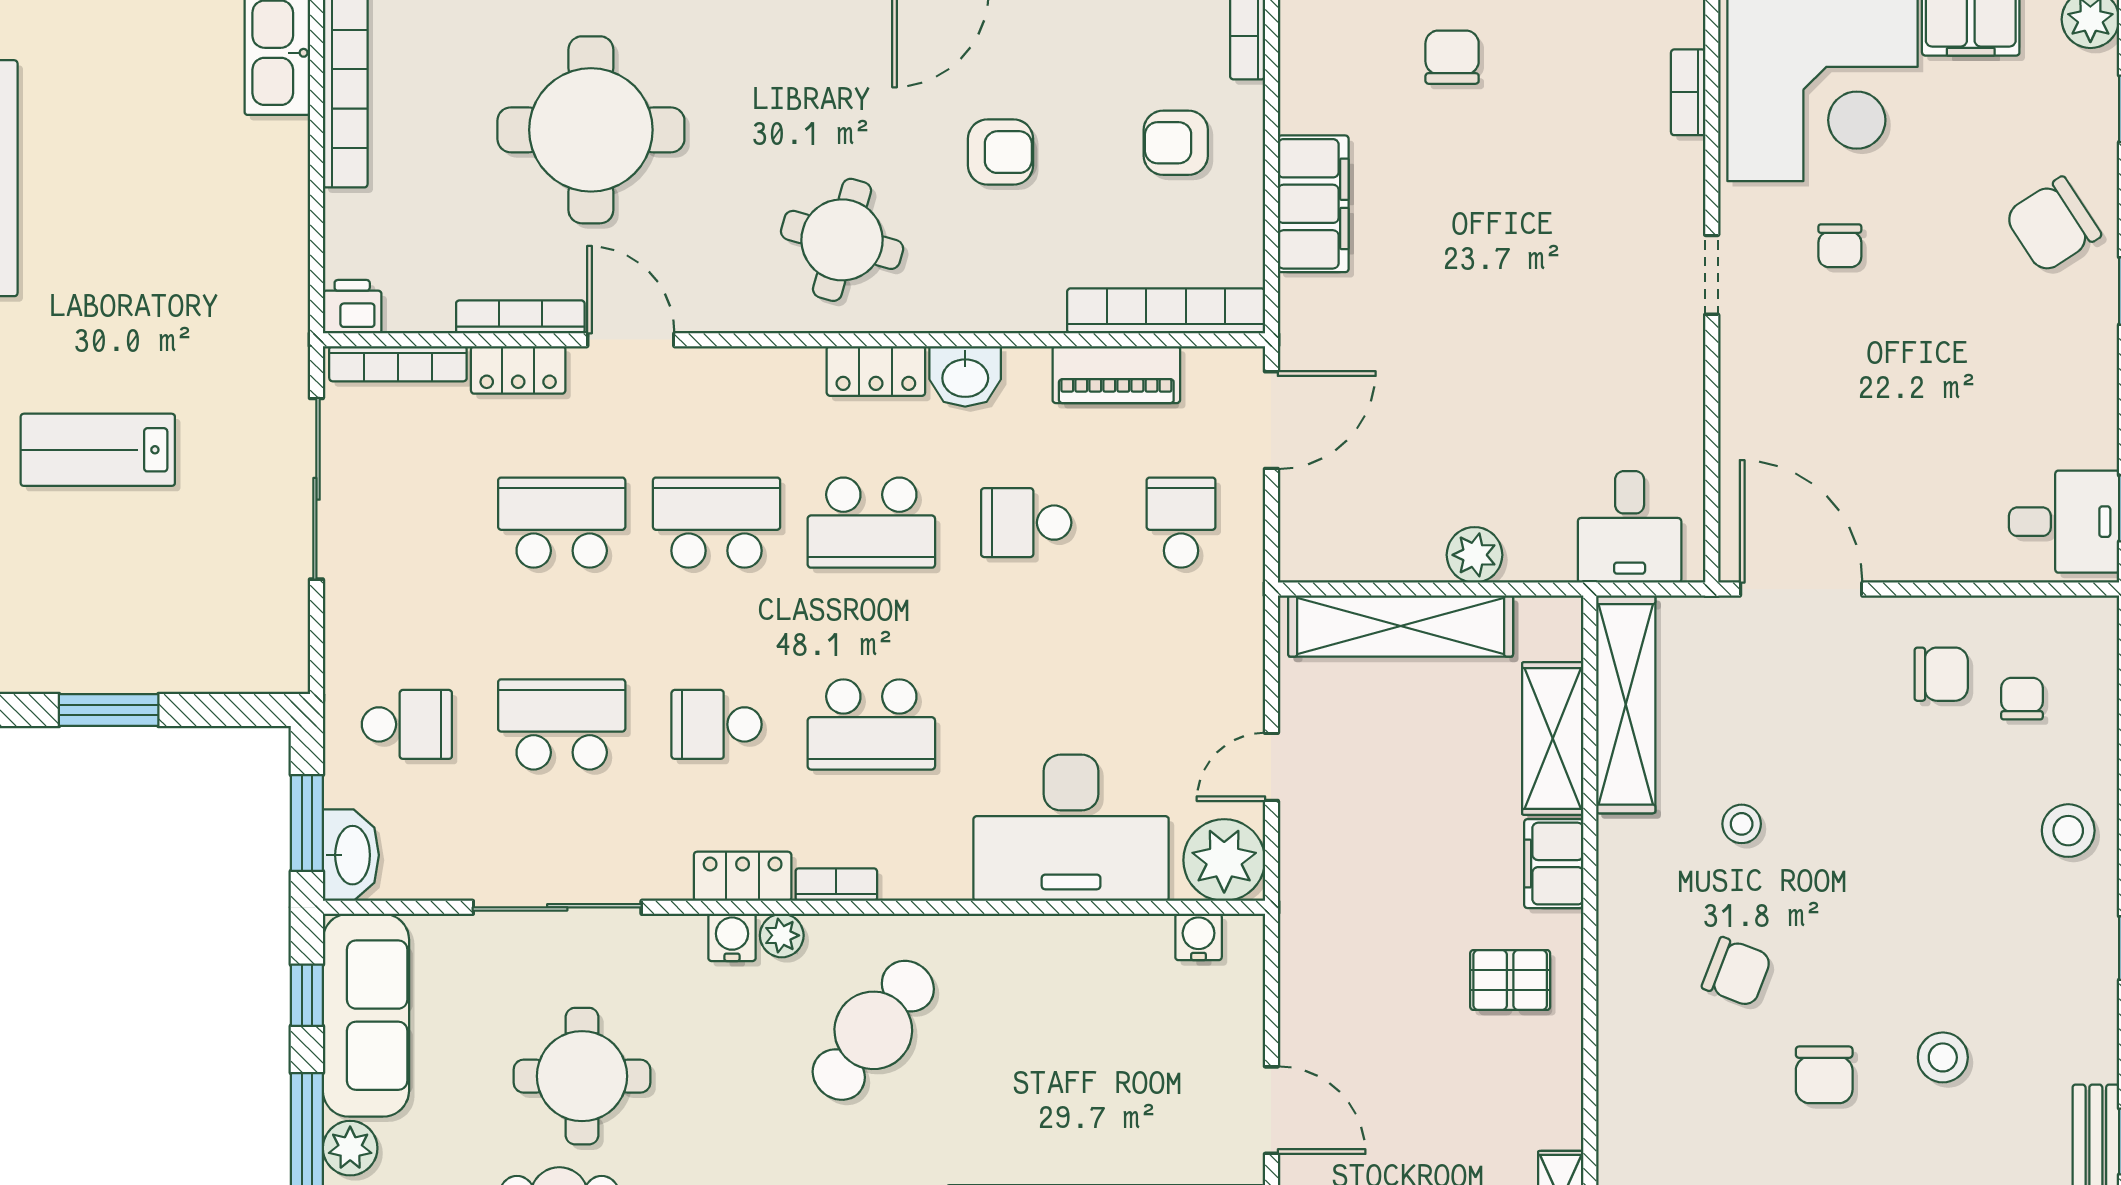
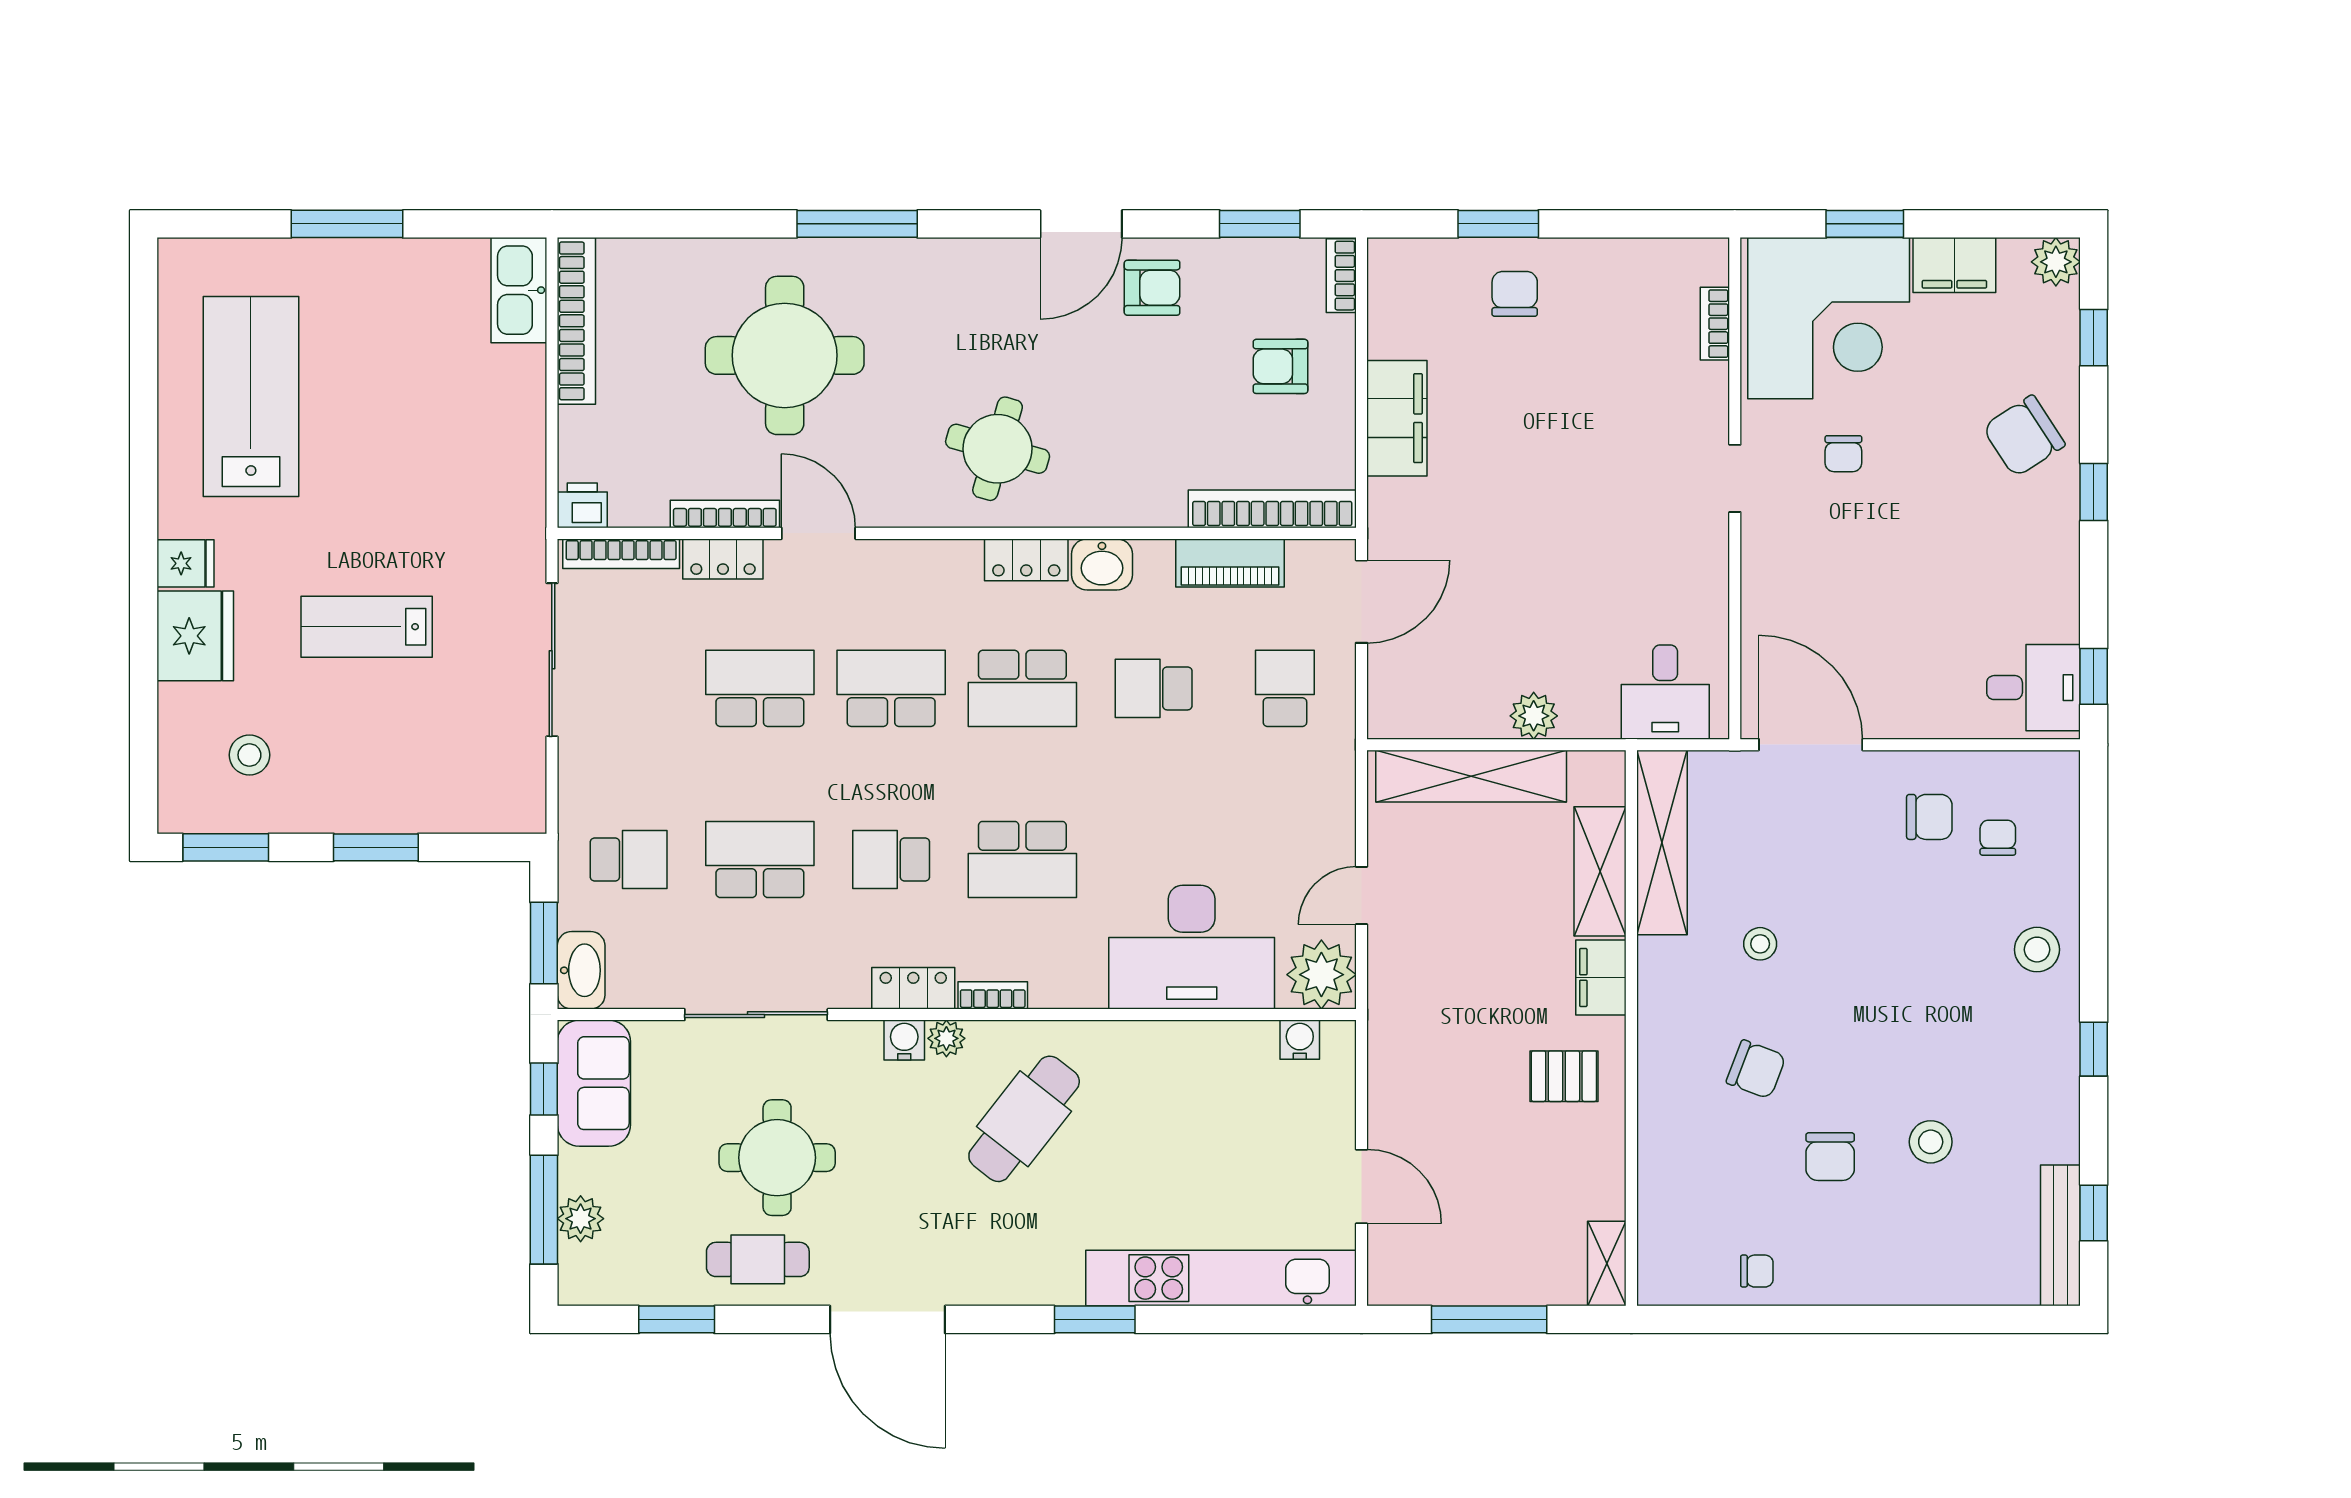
armchair: (1000, 152) -> (1152, 288), moved
sofa: (366, 1015) -> (594, 1083), width x0.73

